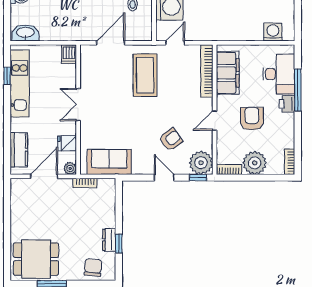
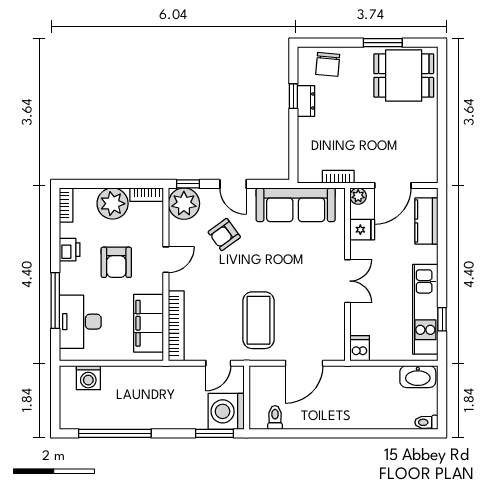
printer: (287, 104) -> (70, 250), moved
sofa: (109, 162) -> (296, 205), width x1.36

